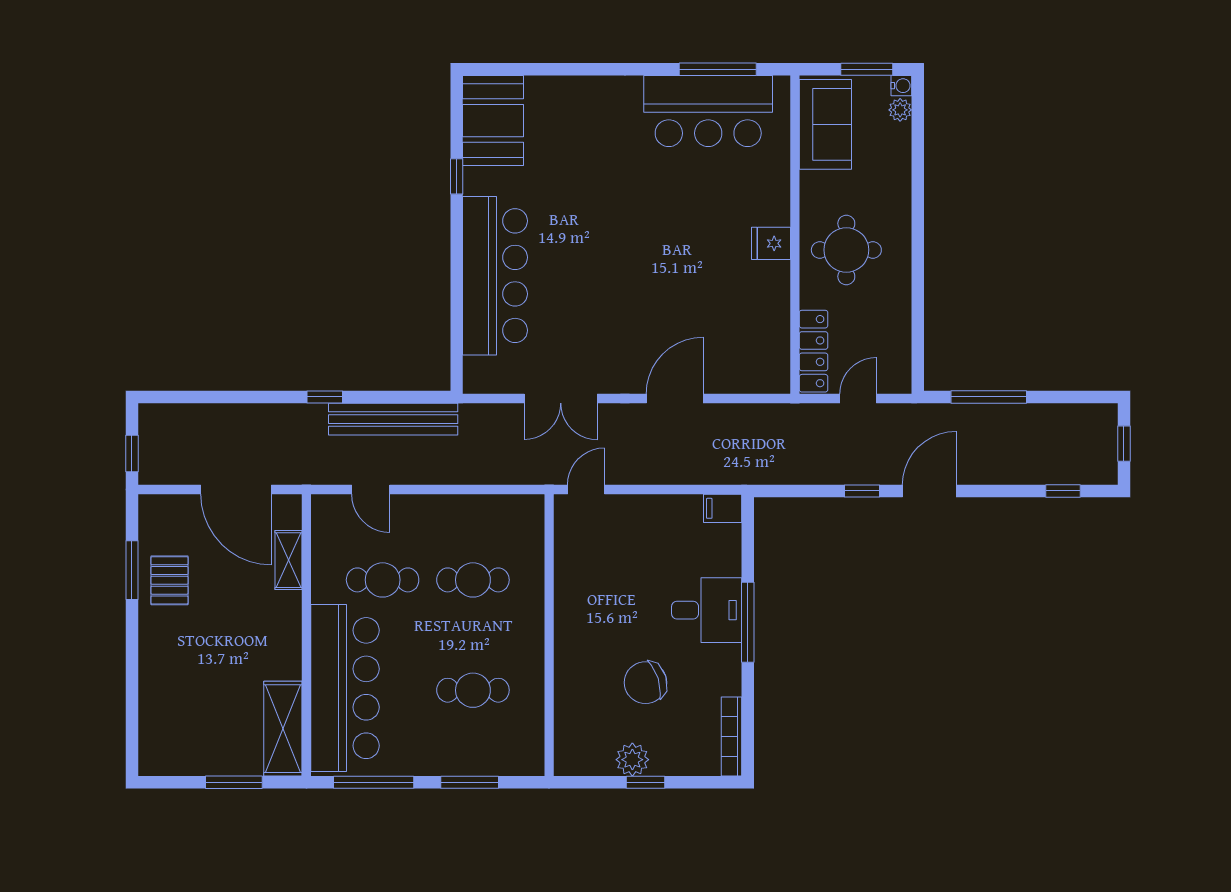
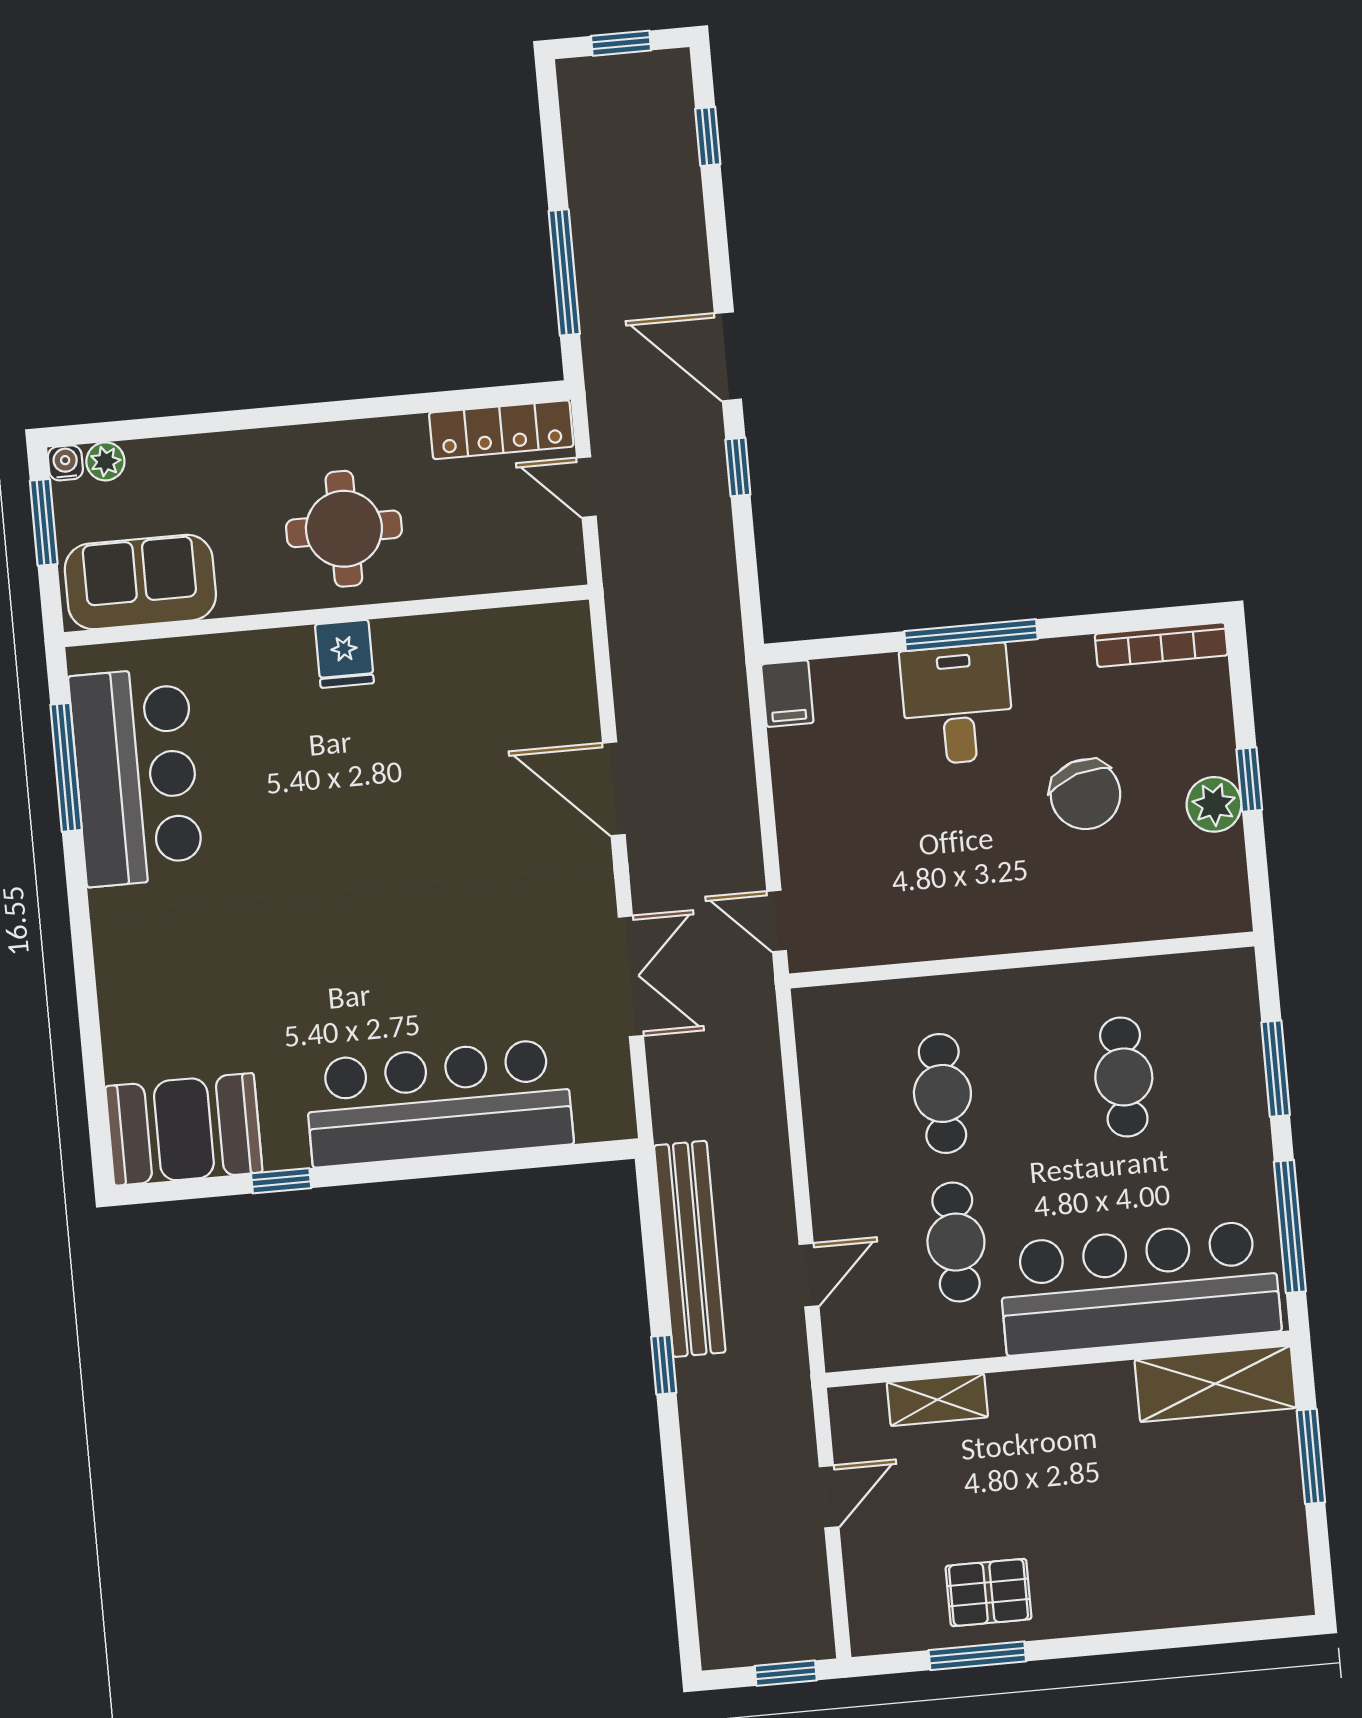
locker: (814, 351) -> (501, 430), moved, turned 180
door: (236, 489) -> (829, 1497), width x0.53

